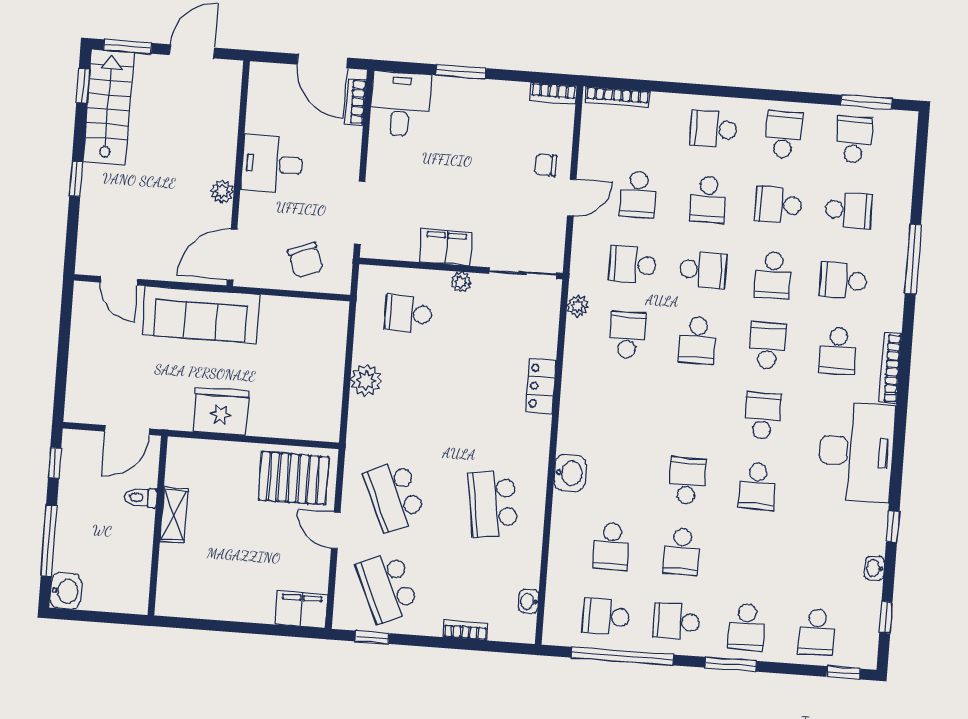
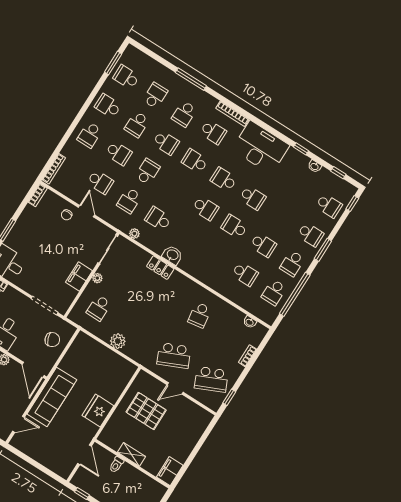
school desk: (698, 340) -> (205, 208), moved
washbasin: (570, 473) -> (172, 255), moved
pallet: (293, 478) -> (146, 411), moved, turned 90
school desk: (493, 503) -> (200, 315), width x0.54
filing cabinet: (301, 610) -> (170, 471), moved

